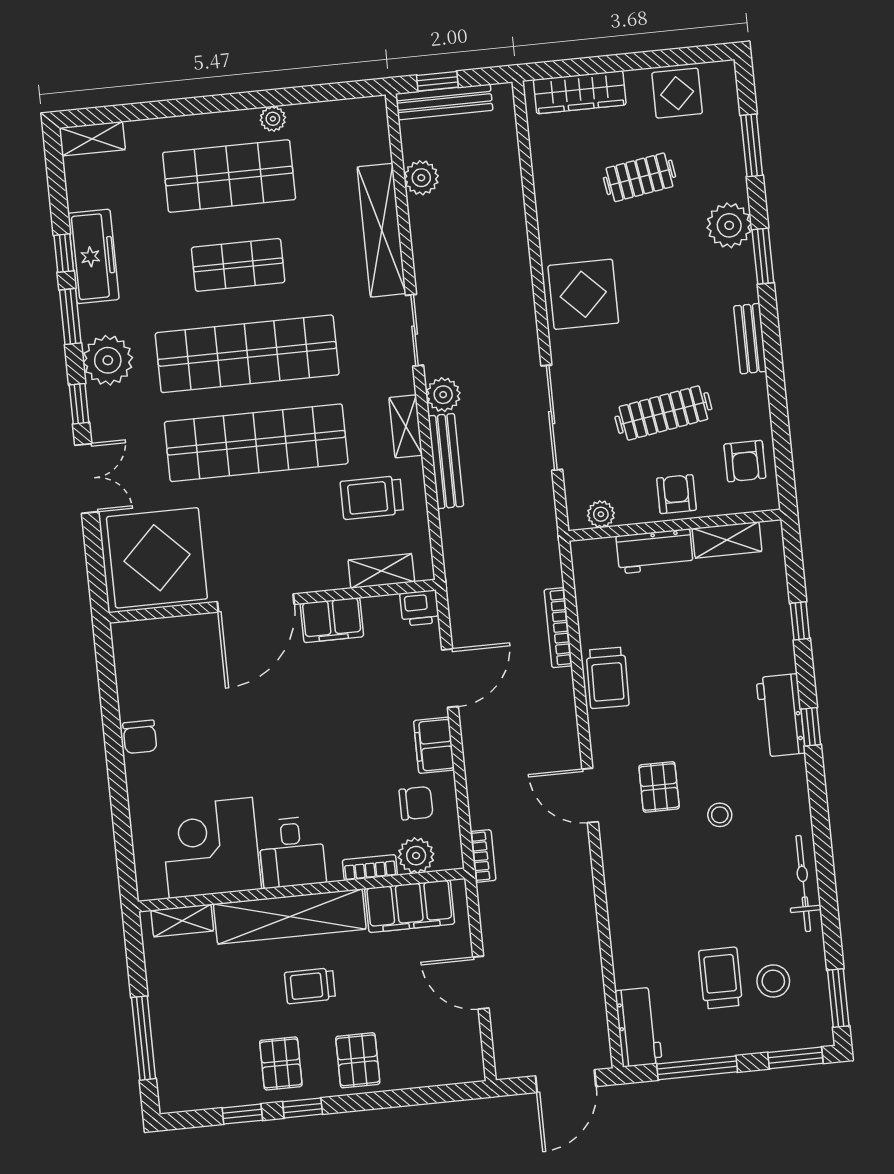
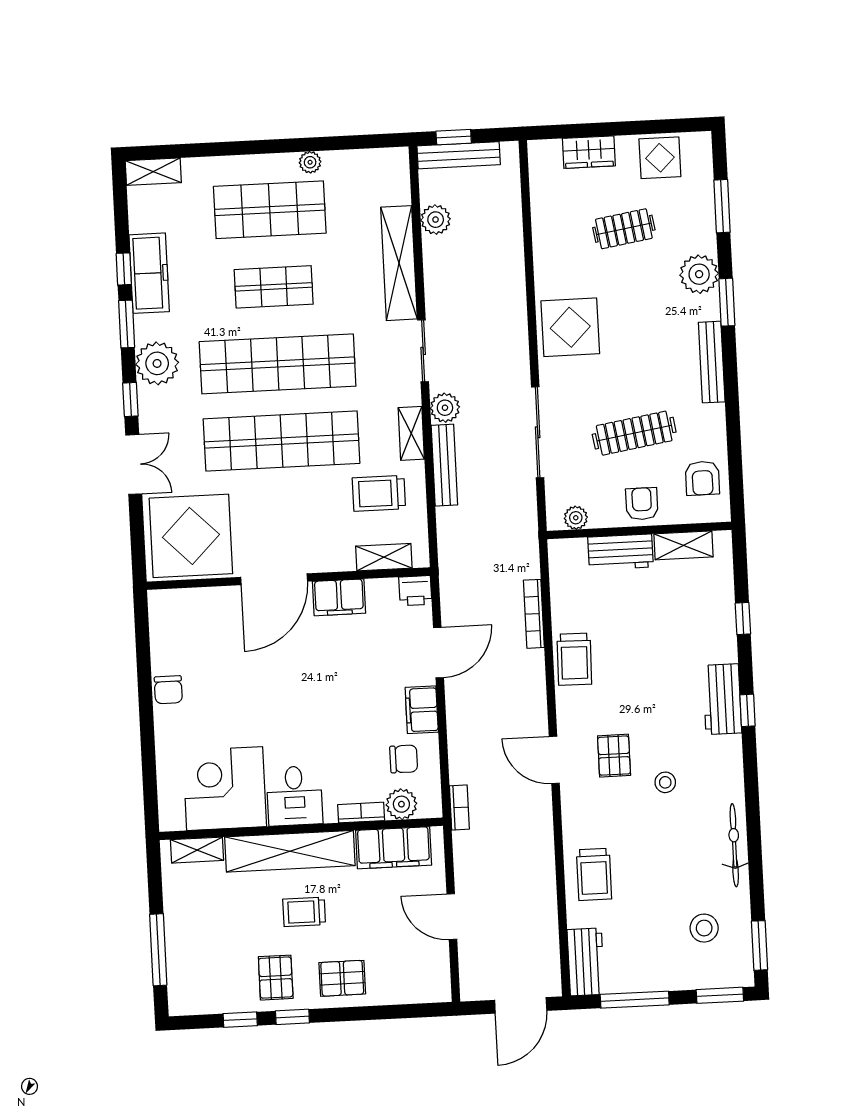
wardrobe: (580, 92) -> (589, 152), width x0.67
bench: (750, 339) -> (712, 362), width x1.36
trolley: (721, 978) -> (594, 874), moved, turned 180
pallet: (358, 1060) -> (342, 978), turned 90

